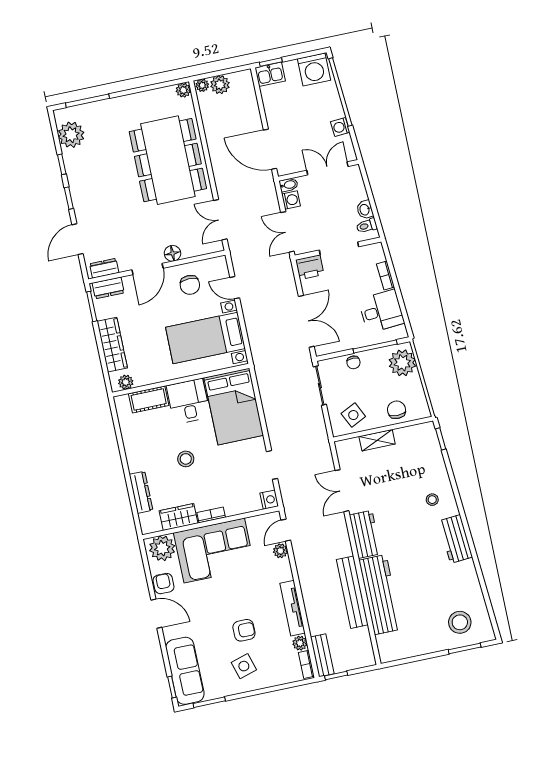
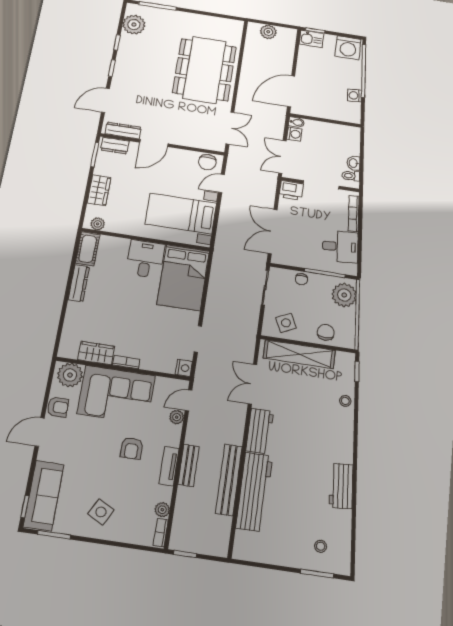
plant: (202, 85) -> (254, 27), removed
plant: (183, 90) -> (237, 25), removed
door: (270, 149) -> (291, 91), hinge flipped
double door: (327, 168) -> (333, 122), removed
double door: (220, 220) -> (230, 128), swing flipped
floor lamp: (172, 253) -> (180, 139), removed
dresser: (104, 268) -> (123, 130), width x1.44
bookcase: (386, 276) -> (354, 213), width x1.56
chair: (190, 285) -> (207, 162), moved
door: (235, 288) -> (222, 183), hinge flipped
double door: (306, 321) -> (273, 231), swing flipped
wardrobe: (112, 345) -> (99, 190), width x0.67
cot: (149, 399) -> (88, 249), moved, turned 90
shelving: (377, 440) -> (299, 354), width x2.20, depth x1.33
stool: (186, 459) -> (123, 306), removed
dresser: (141, 492) -> (79, 283), moved
stool: (432, 500) -> (345, 401), moved
workbench: (455, 539) -> (341, 486), moved
armchair: (164, 584) -> (58, 407), turned 90
tv unit: (293, 608) -> (169, 466), width x0.71
door: (156, 614) -> (40, 432), swing flipped
stool: (460, 622) -> (321, 546), width x0.53, depth x0.53
armchair: (244, 630) -> (132, 448), moved, turned 90
bench: (322, 655) -> (189, 465), moved
side table: (244, 666) -> (101, 512), turned 45

